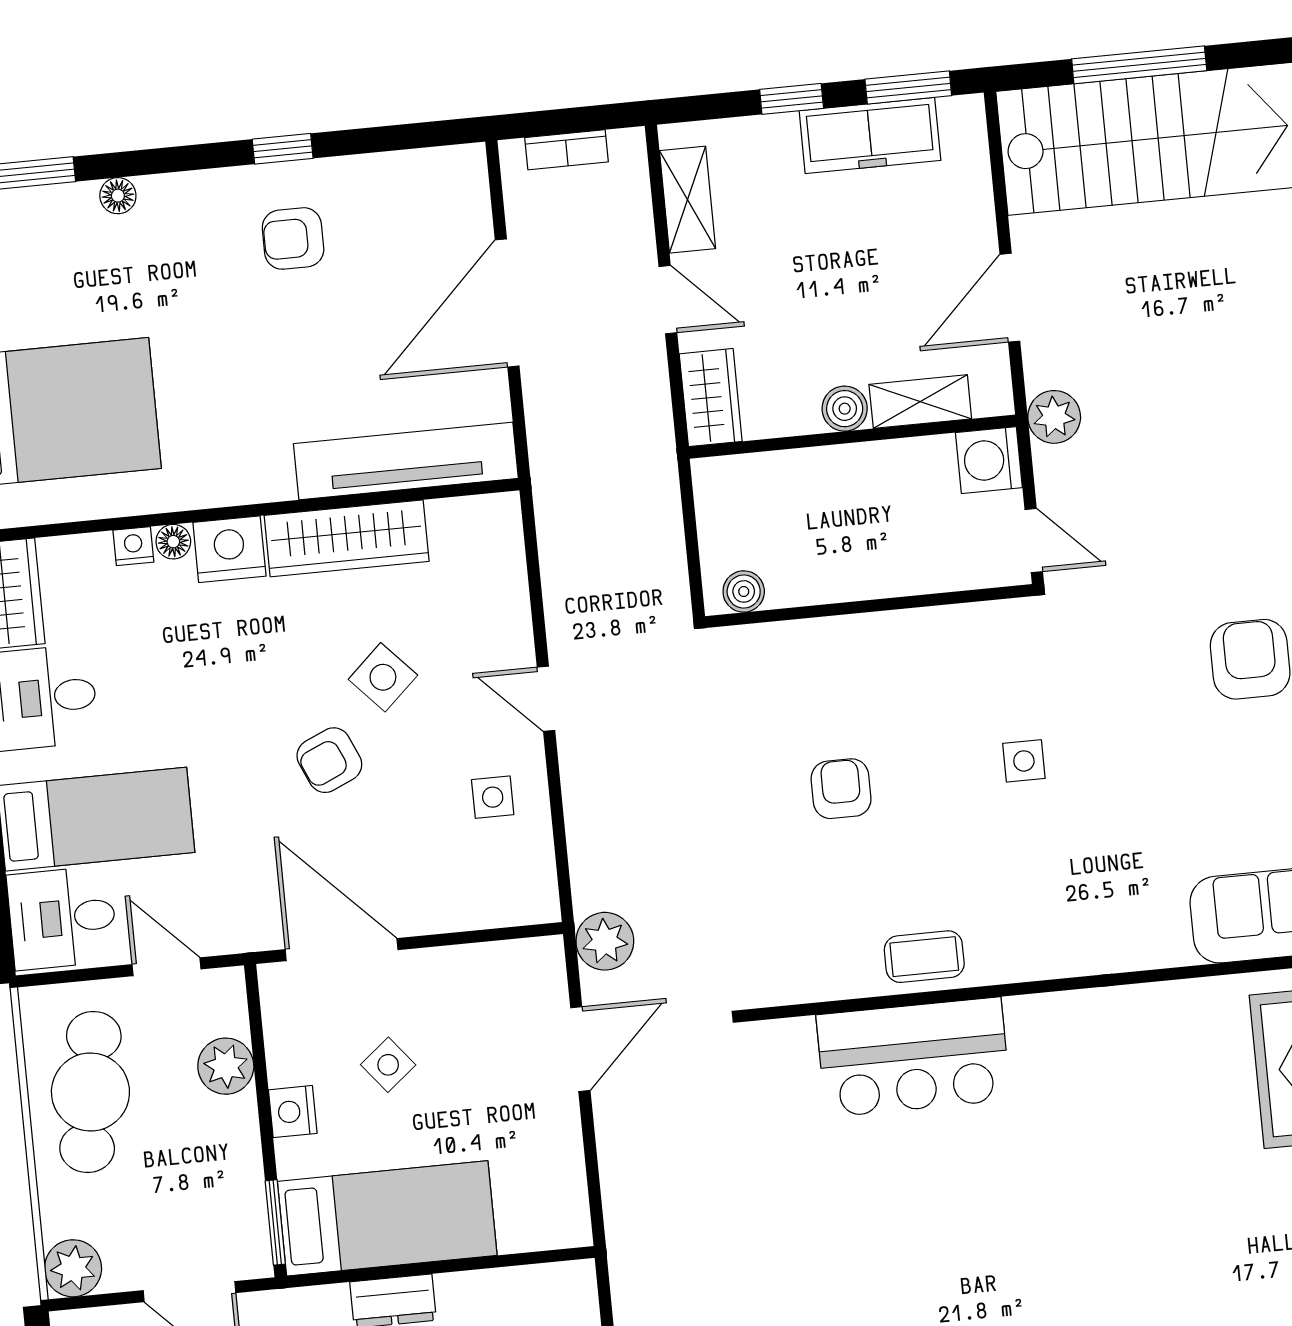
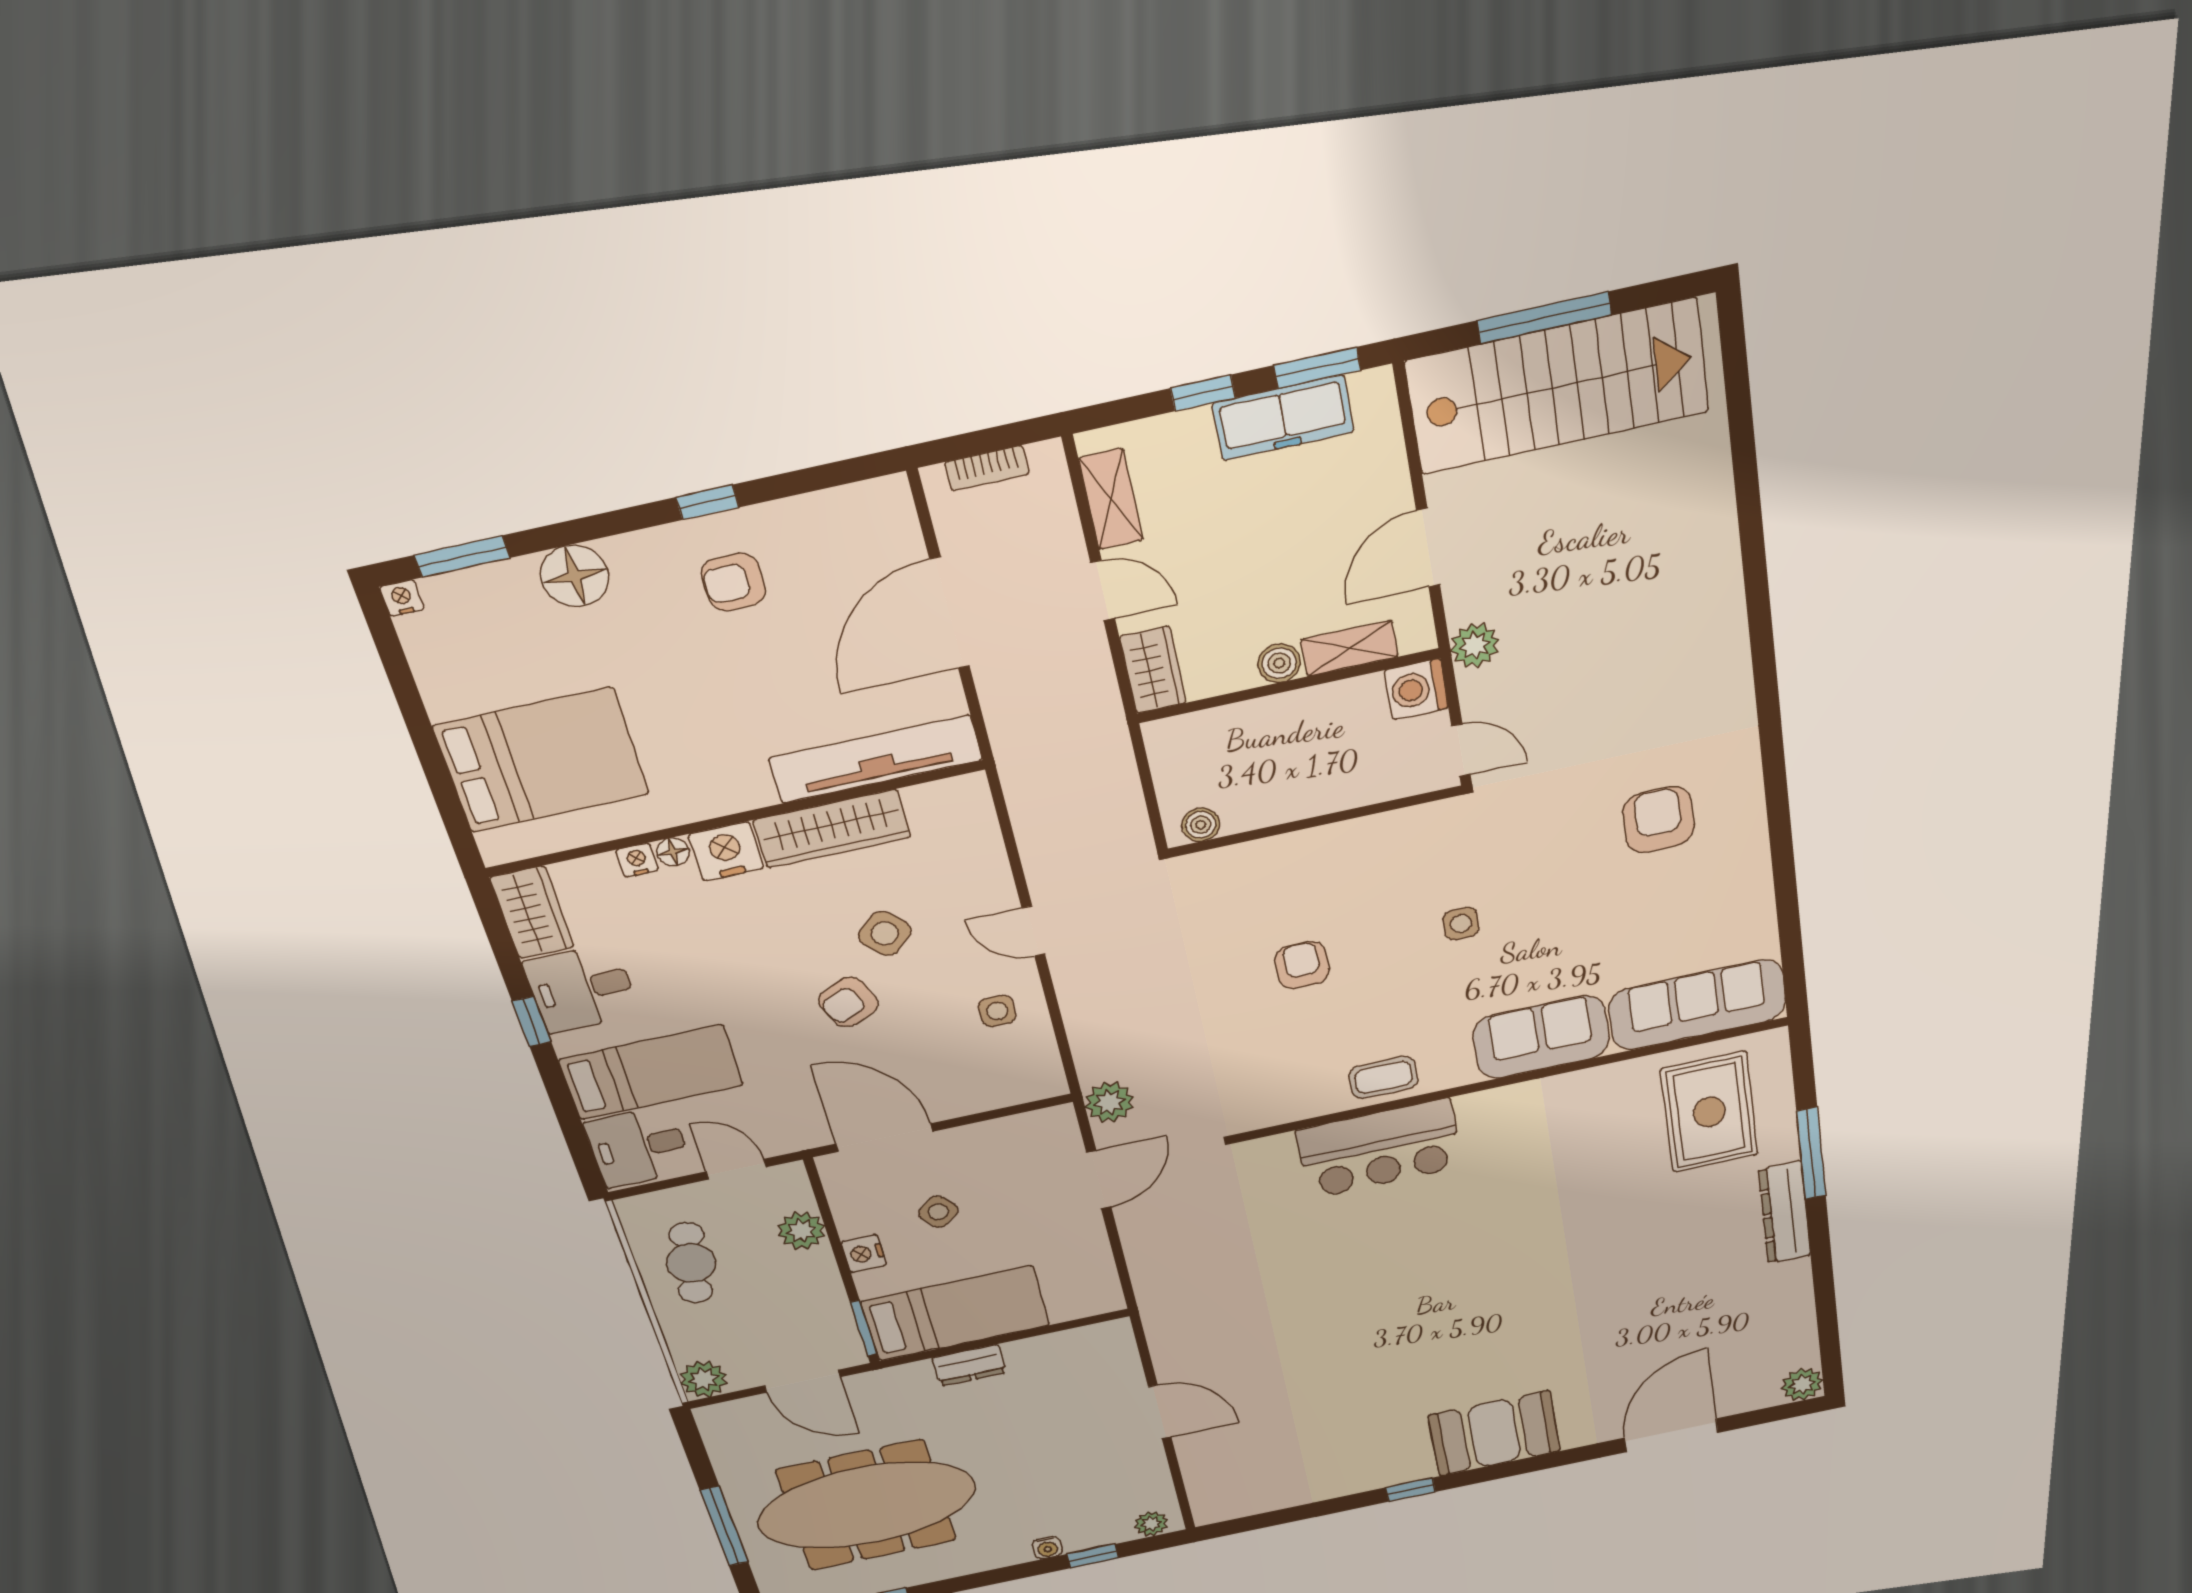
floor lamp: (118, 196) -> (575, 576), width x1.89, depth x1.89
sofa: (1111, 929) -> (1541, 1037), added
cafe table: (90, 1092) -> (691, 1263), width x0.73, depth x0.74

